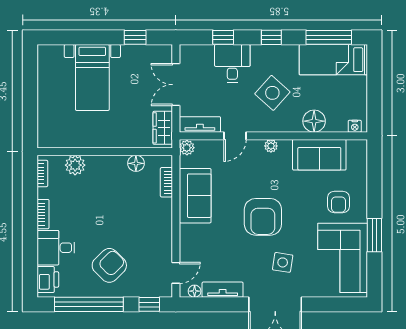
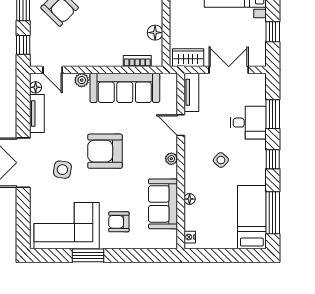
window: (223, 37) -> (273, 114), width x1.50
side table: (272, 93) -> (221, 160), width x0.54, depth x0.54
floor lamp: (314, 121) -> (190, 199), width x0.53, depth x0.53
plant: (187, 148) -> (82, 80), moved
sofa: (195, 196) -> (125, 88), width x1.36

